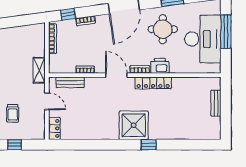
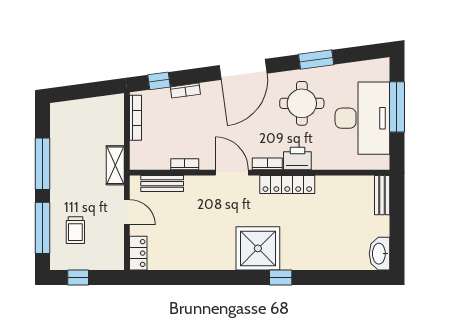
bench: (216, 103) -> (382, 195), moved
washbasin: (214, 129) -> (379, 254), added

